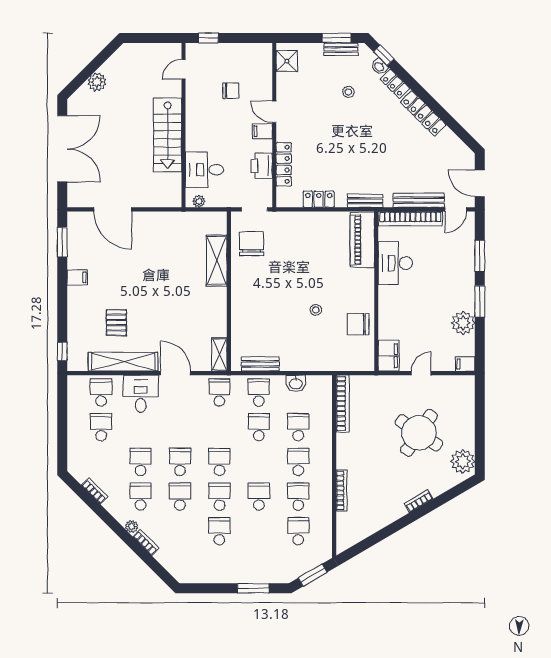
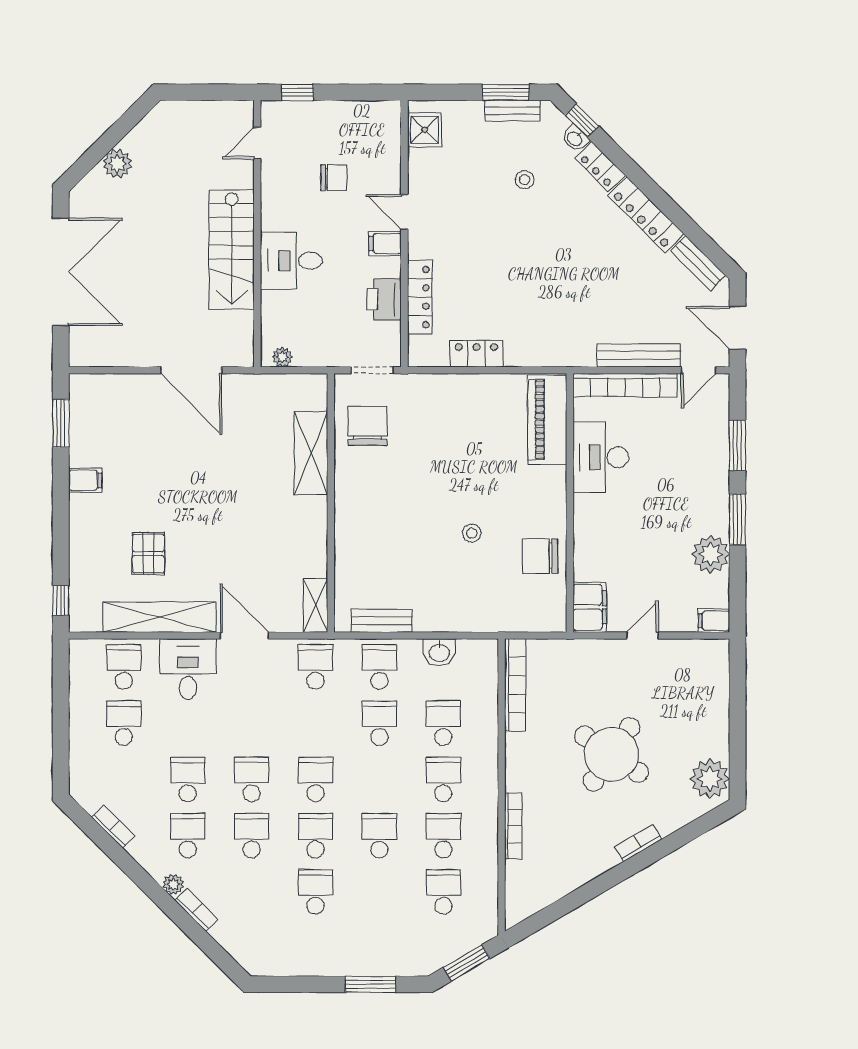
desk: (204, 170) -> (291, 261), moved
bench: (365, 201) -> (698, 263), moved, turned 45
door: (113, 209) -> (191, 370), moved
round table: (419, 433) -> (611, 754), moved

